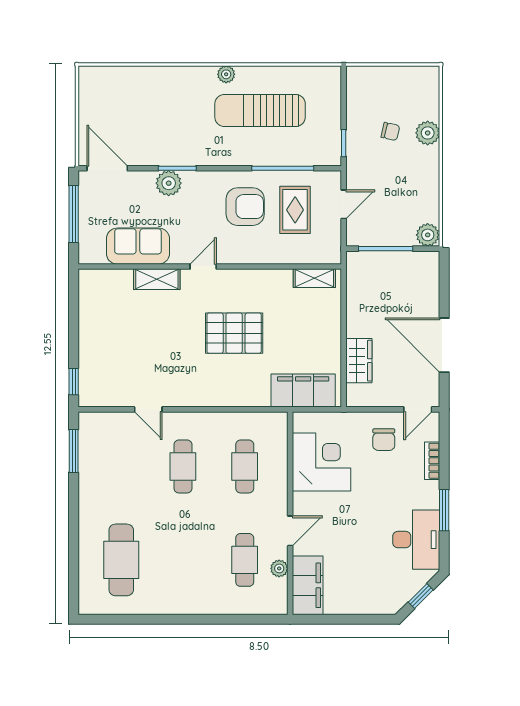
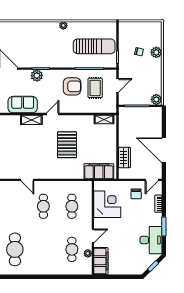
sun lounger: (260, 110) -> (94, 46), moved, turned 180
pallet: (234, 333) -> (67, 145), turned 90

